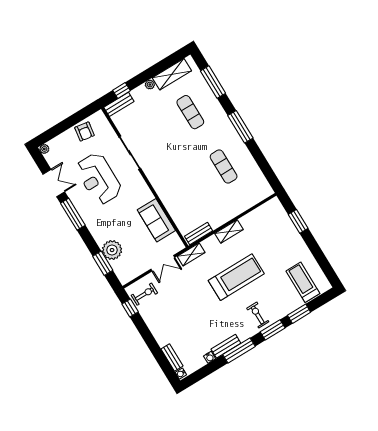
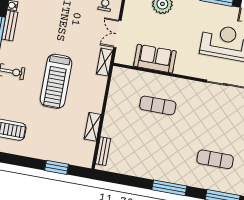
exercise mat: (224, 167) -> (158, 105), moved
shelving: (229, 232) -> (93, 127), moved
bench: (199, 234) -> (103, 151), moved

